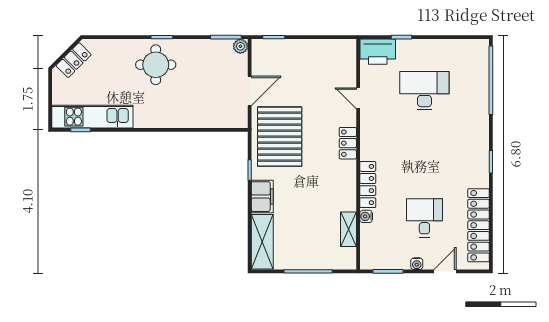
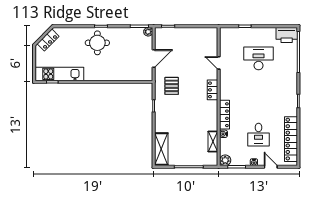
printer: (378, 52) -> (287, 35), moved
pallet: (280, 137) -> (172, 86), width x0.49, depth x0.50
filing cabinet: (262, 197) -> (161, 122), removed
desk: (424, 218) -> (259, 135), turned 180
plant: (369, 261) -> (225, 160), added
door: (445, 271) -> (271, 167), hinge flipped

